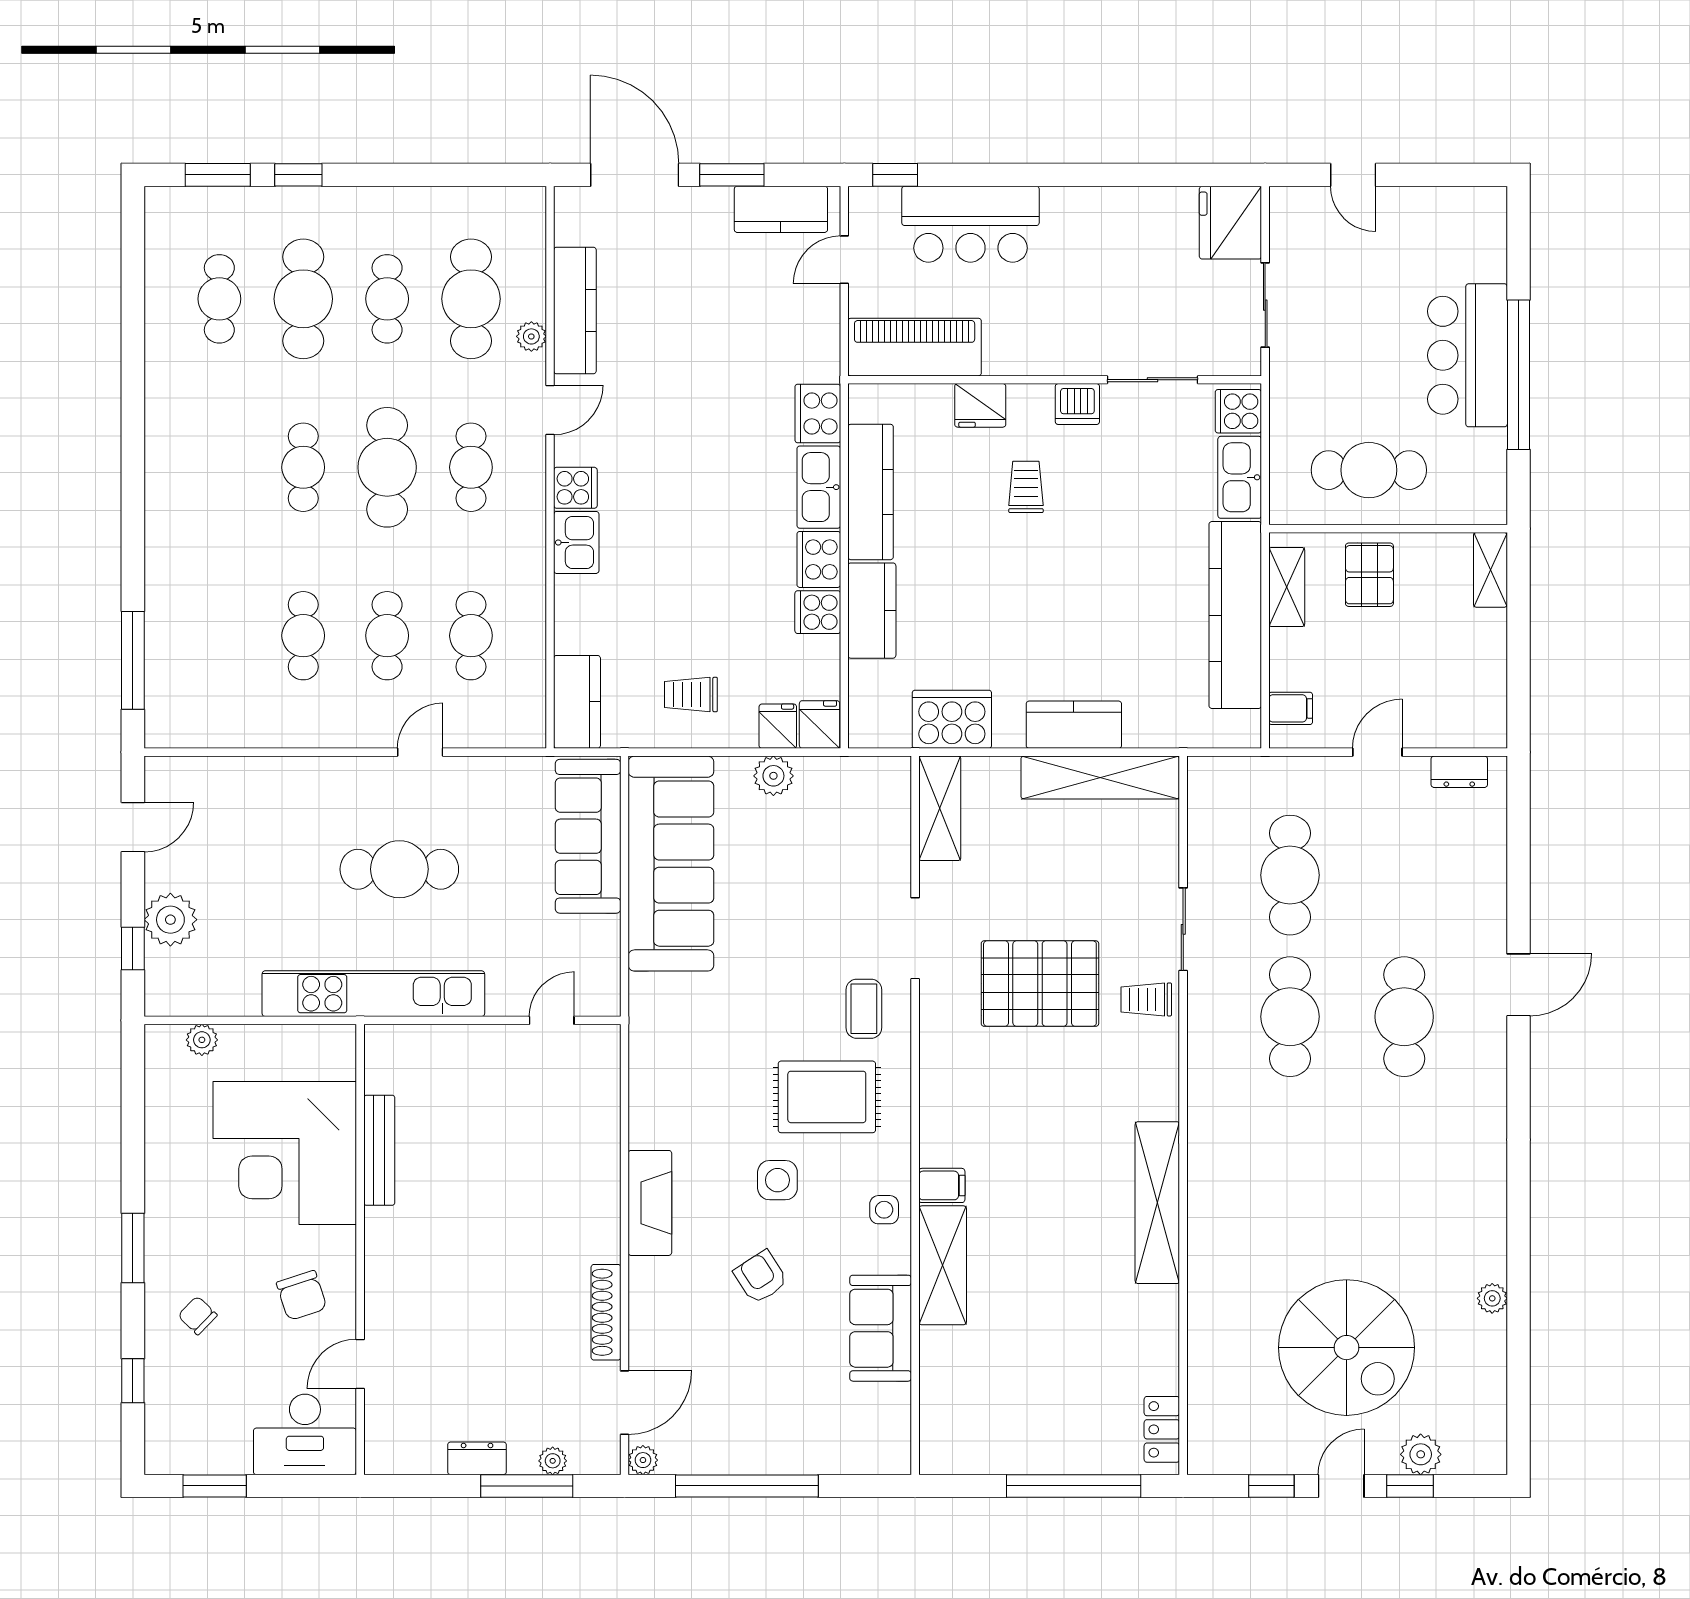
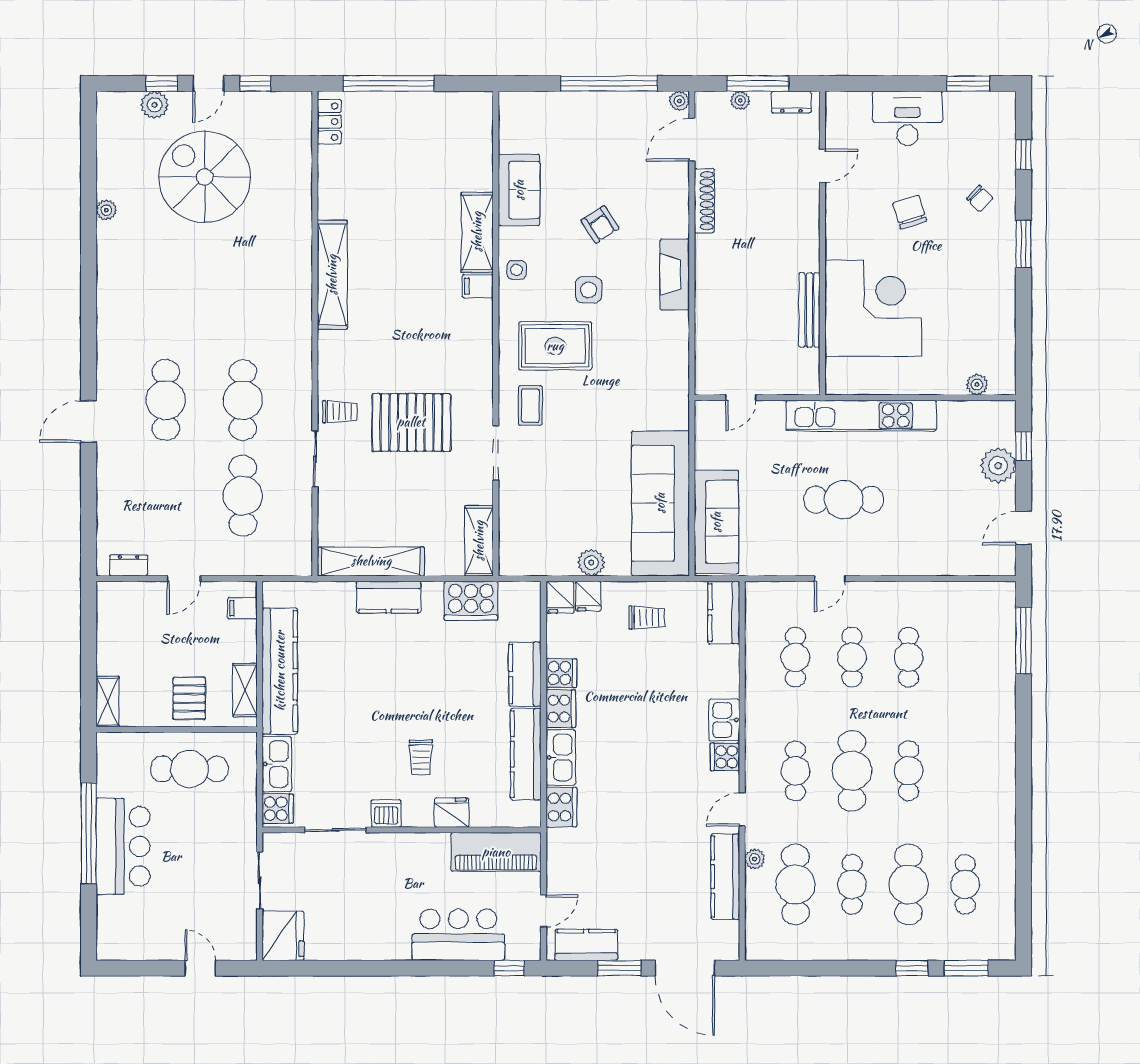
bench: (379, 1150) -> (809, 310), moved
corner desk: (285, 1153) -> (873, 308), moved
wall: (360, 1249) -> (822, 243), moved
door: (360, 1364) -> (822, 166), moved

